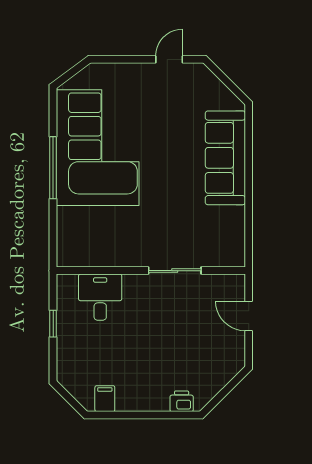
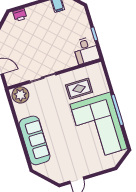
rug: (113, 230) -> (79, 89), added
plant: (226, 251) -> (20, 95), added
desk: (100, 297) -> (86, 50), moved

